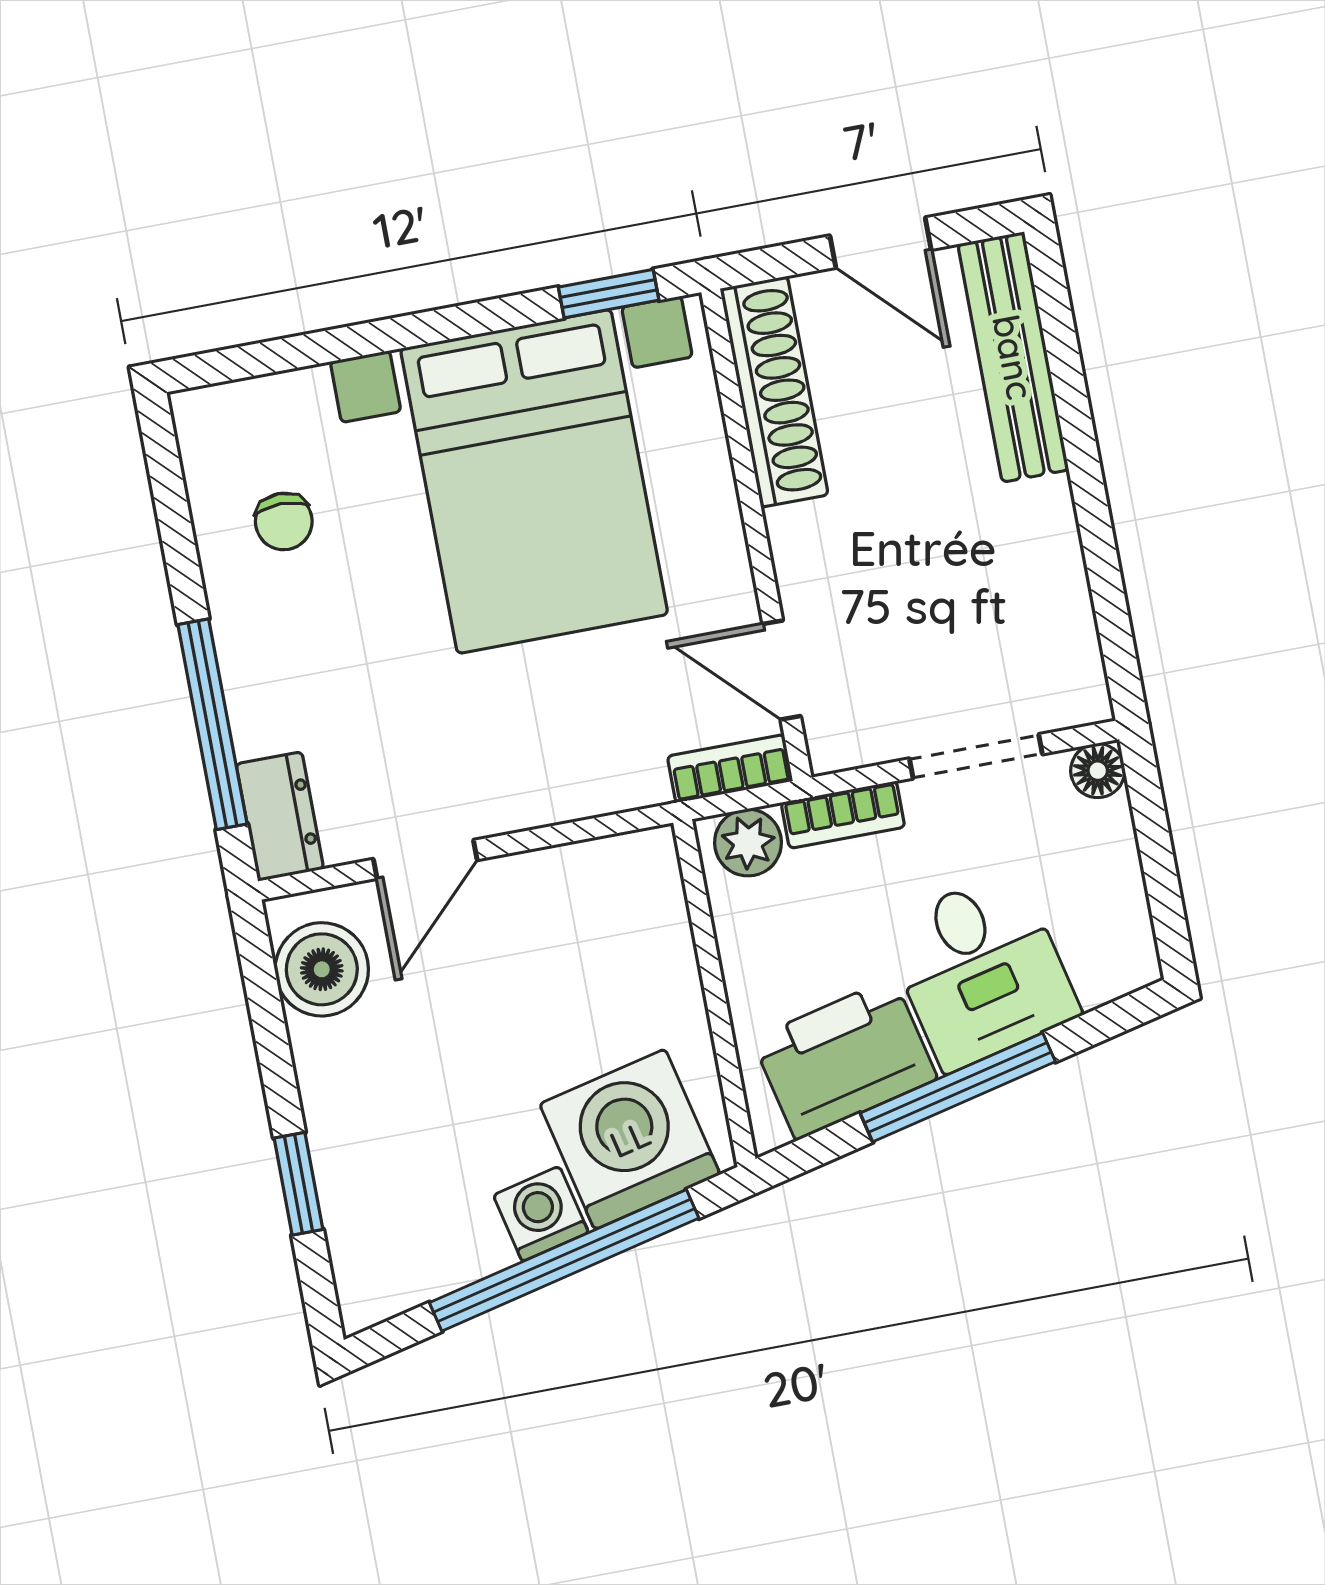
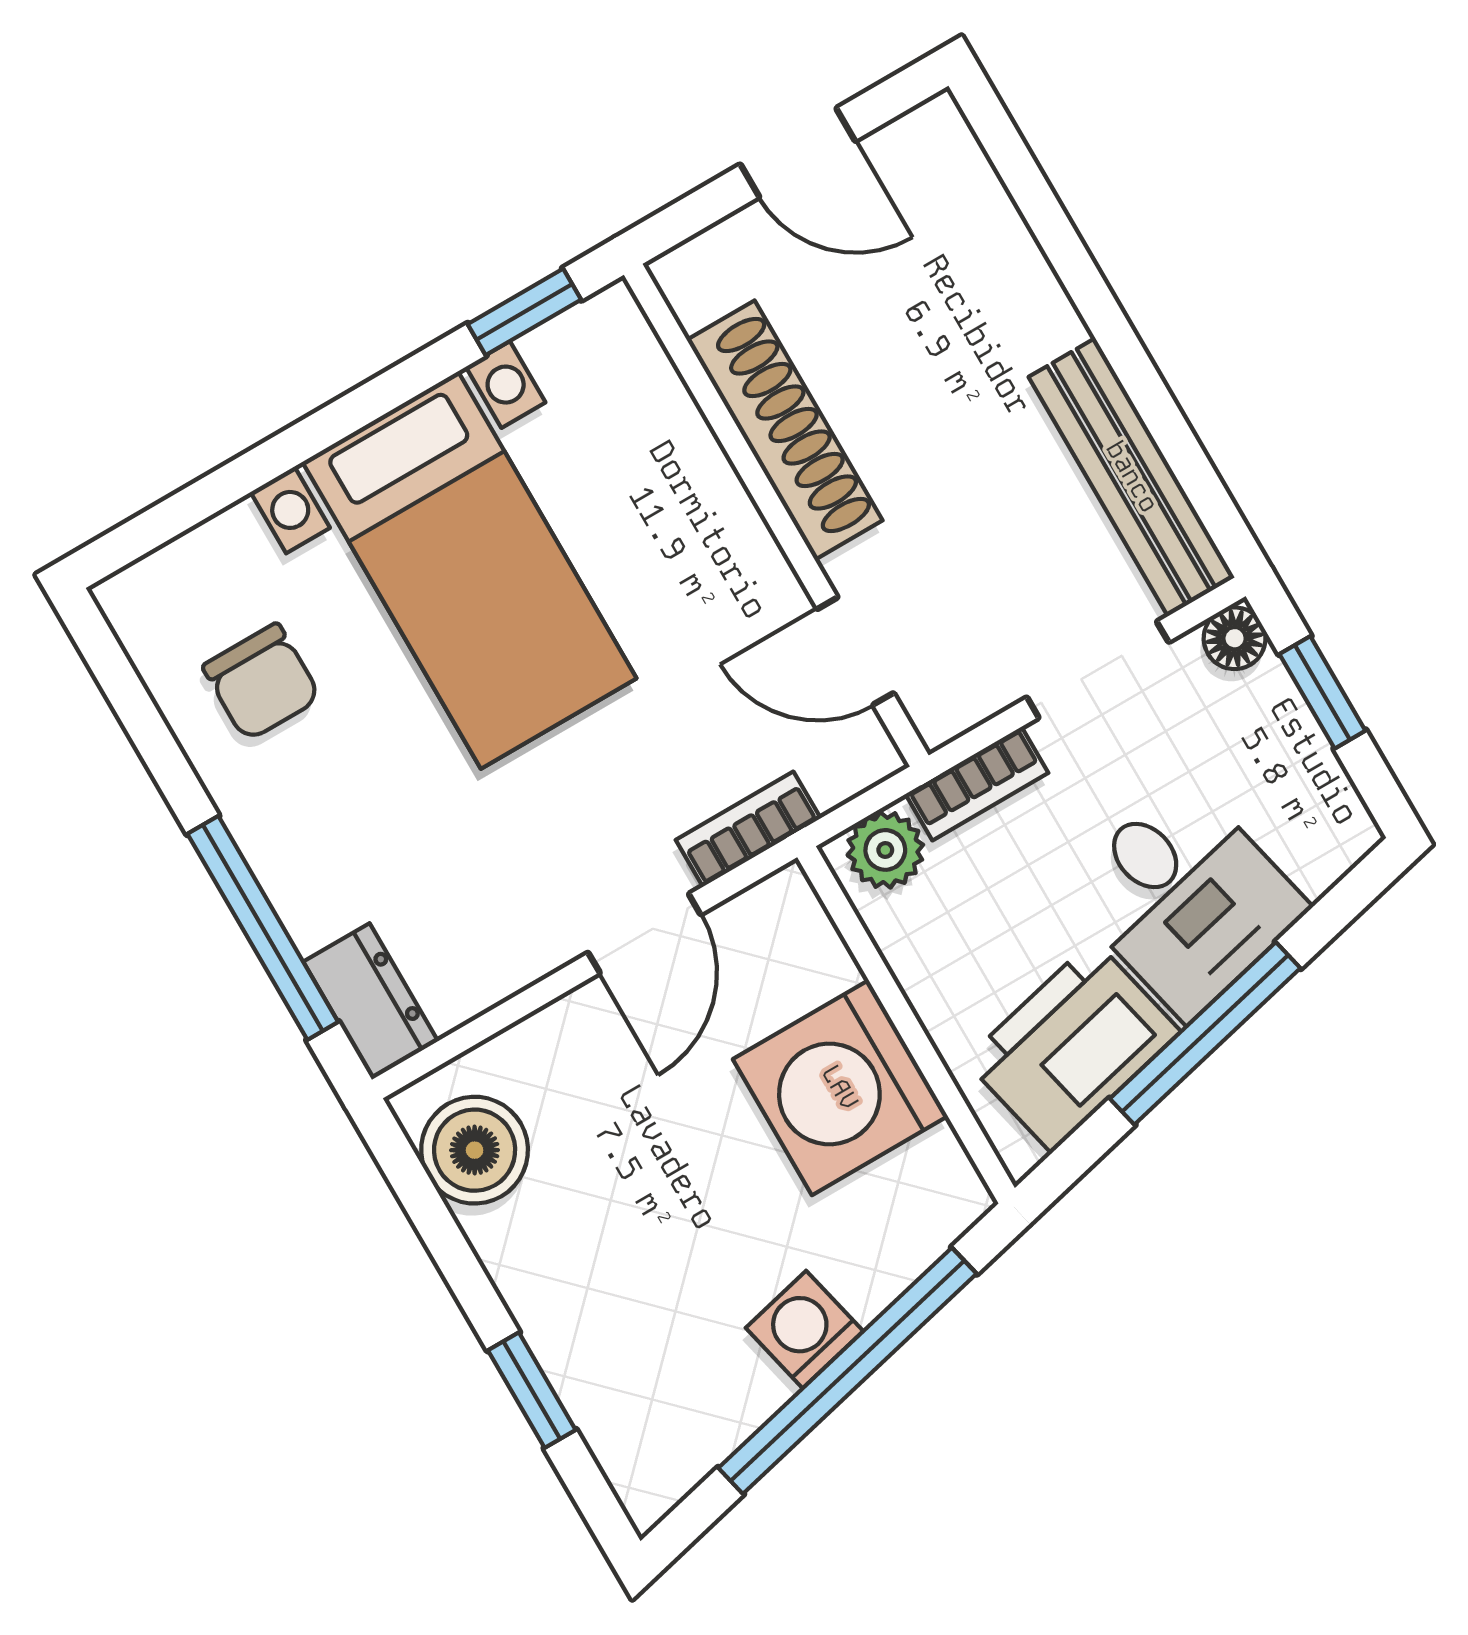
bench: (1013, 357) -> (1132, 477), moved
shoe rack: (774, 392) -> (785, 430), moved
bed with nightstands: (534, 481) -> (469, 570), width x0.73
chair: (284, 521) -> (262, 682), width x1.37, depth x1.37
bookcase: (730, 769) -> (748, 829), moved
window: (1154, 841) -> (1322, 692), added
door: (425, 859) -> (644, 934), moved
washing machine: (630, 1139) -> (840, 1088), moved, turned -77

